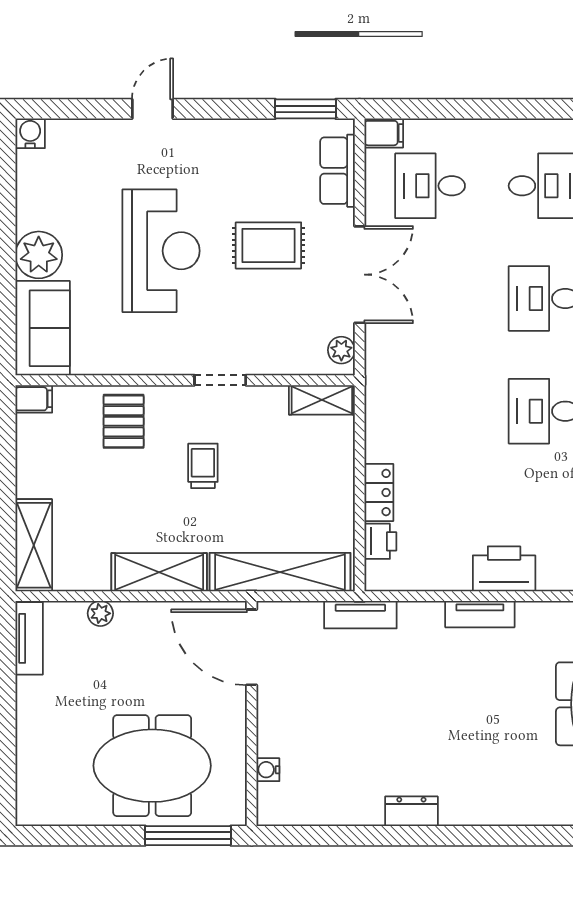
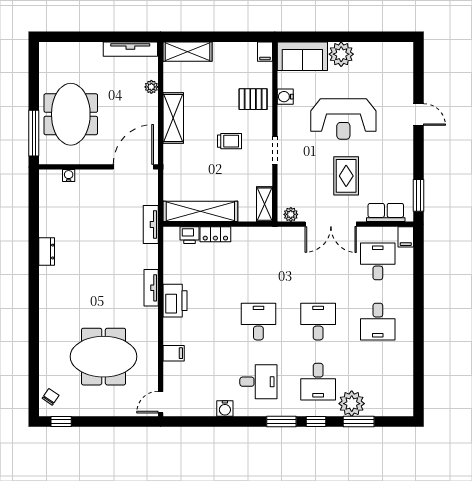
water cooler: (30, 133) -> (285, 97), moved, turned 180
shelving: (280, 572) -> (200, 211), moved, turned 90
tv unit: (29, 638) -> (130, 49), width x1.41

